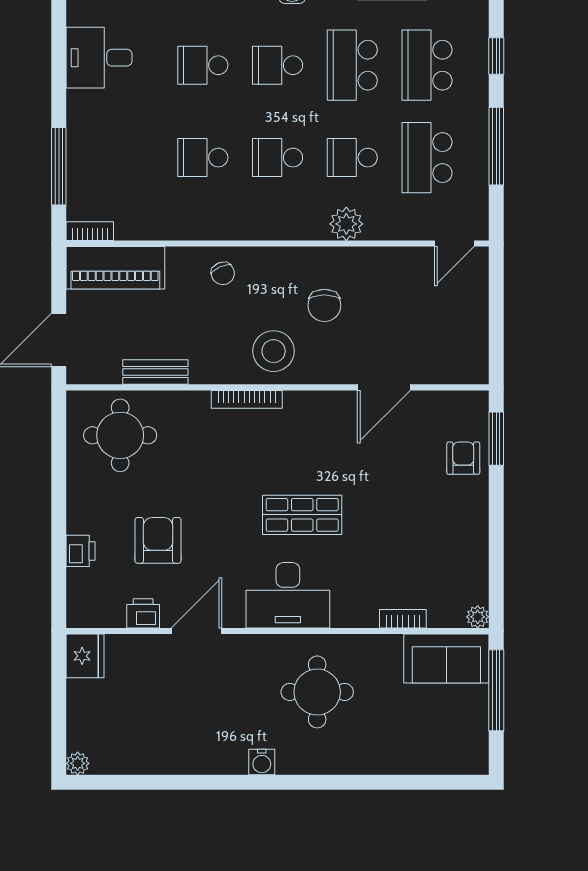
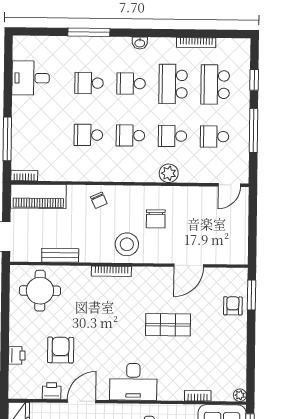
school desk: (427, 158) -> (215, 136), width x0.54
shop shelf: (302, 515) -> (168, 325), moved

